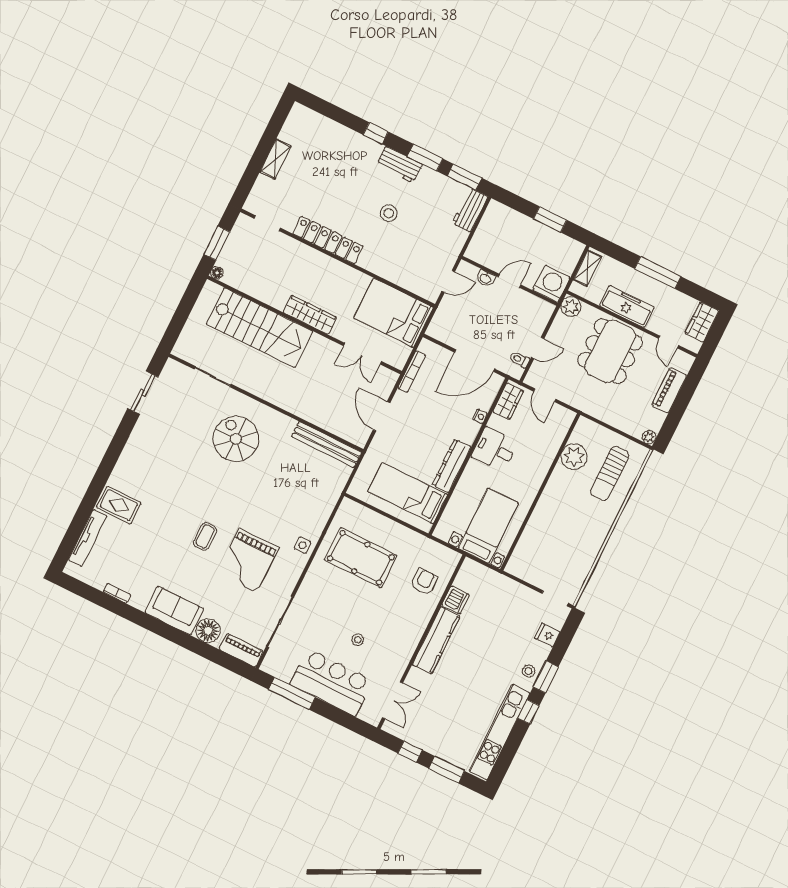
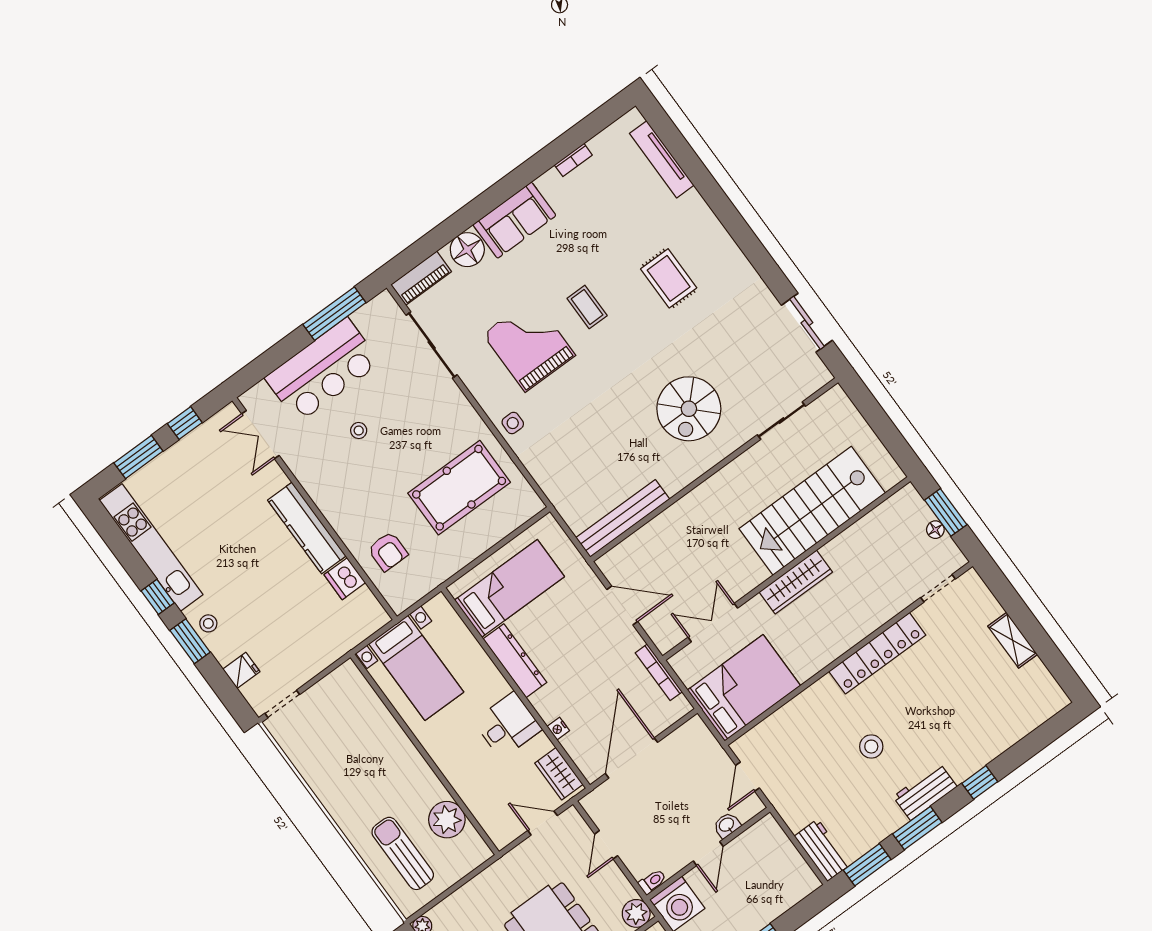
floor lamp: (217, 273) -> (935, 530), moved
toilet: (520, 360) -> (652, 882), moved
spiral stairs: (236, 439) -> (689, 409), turned 90
rug: (119, 505) -> (669, 278), moved, turned 90

